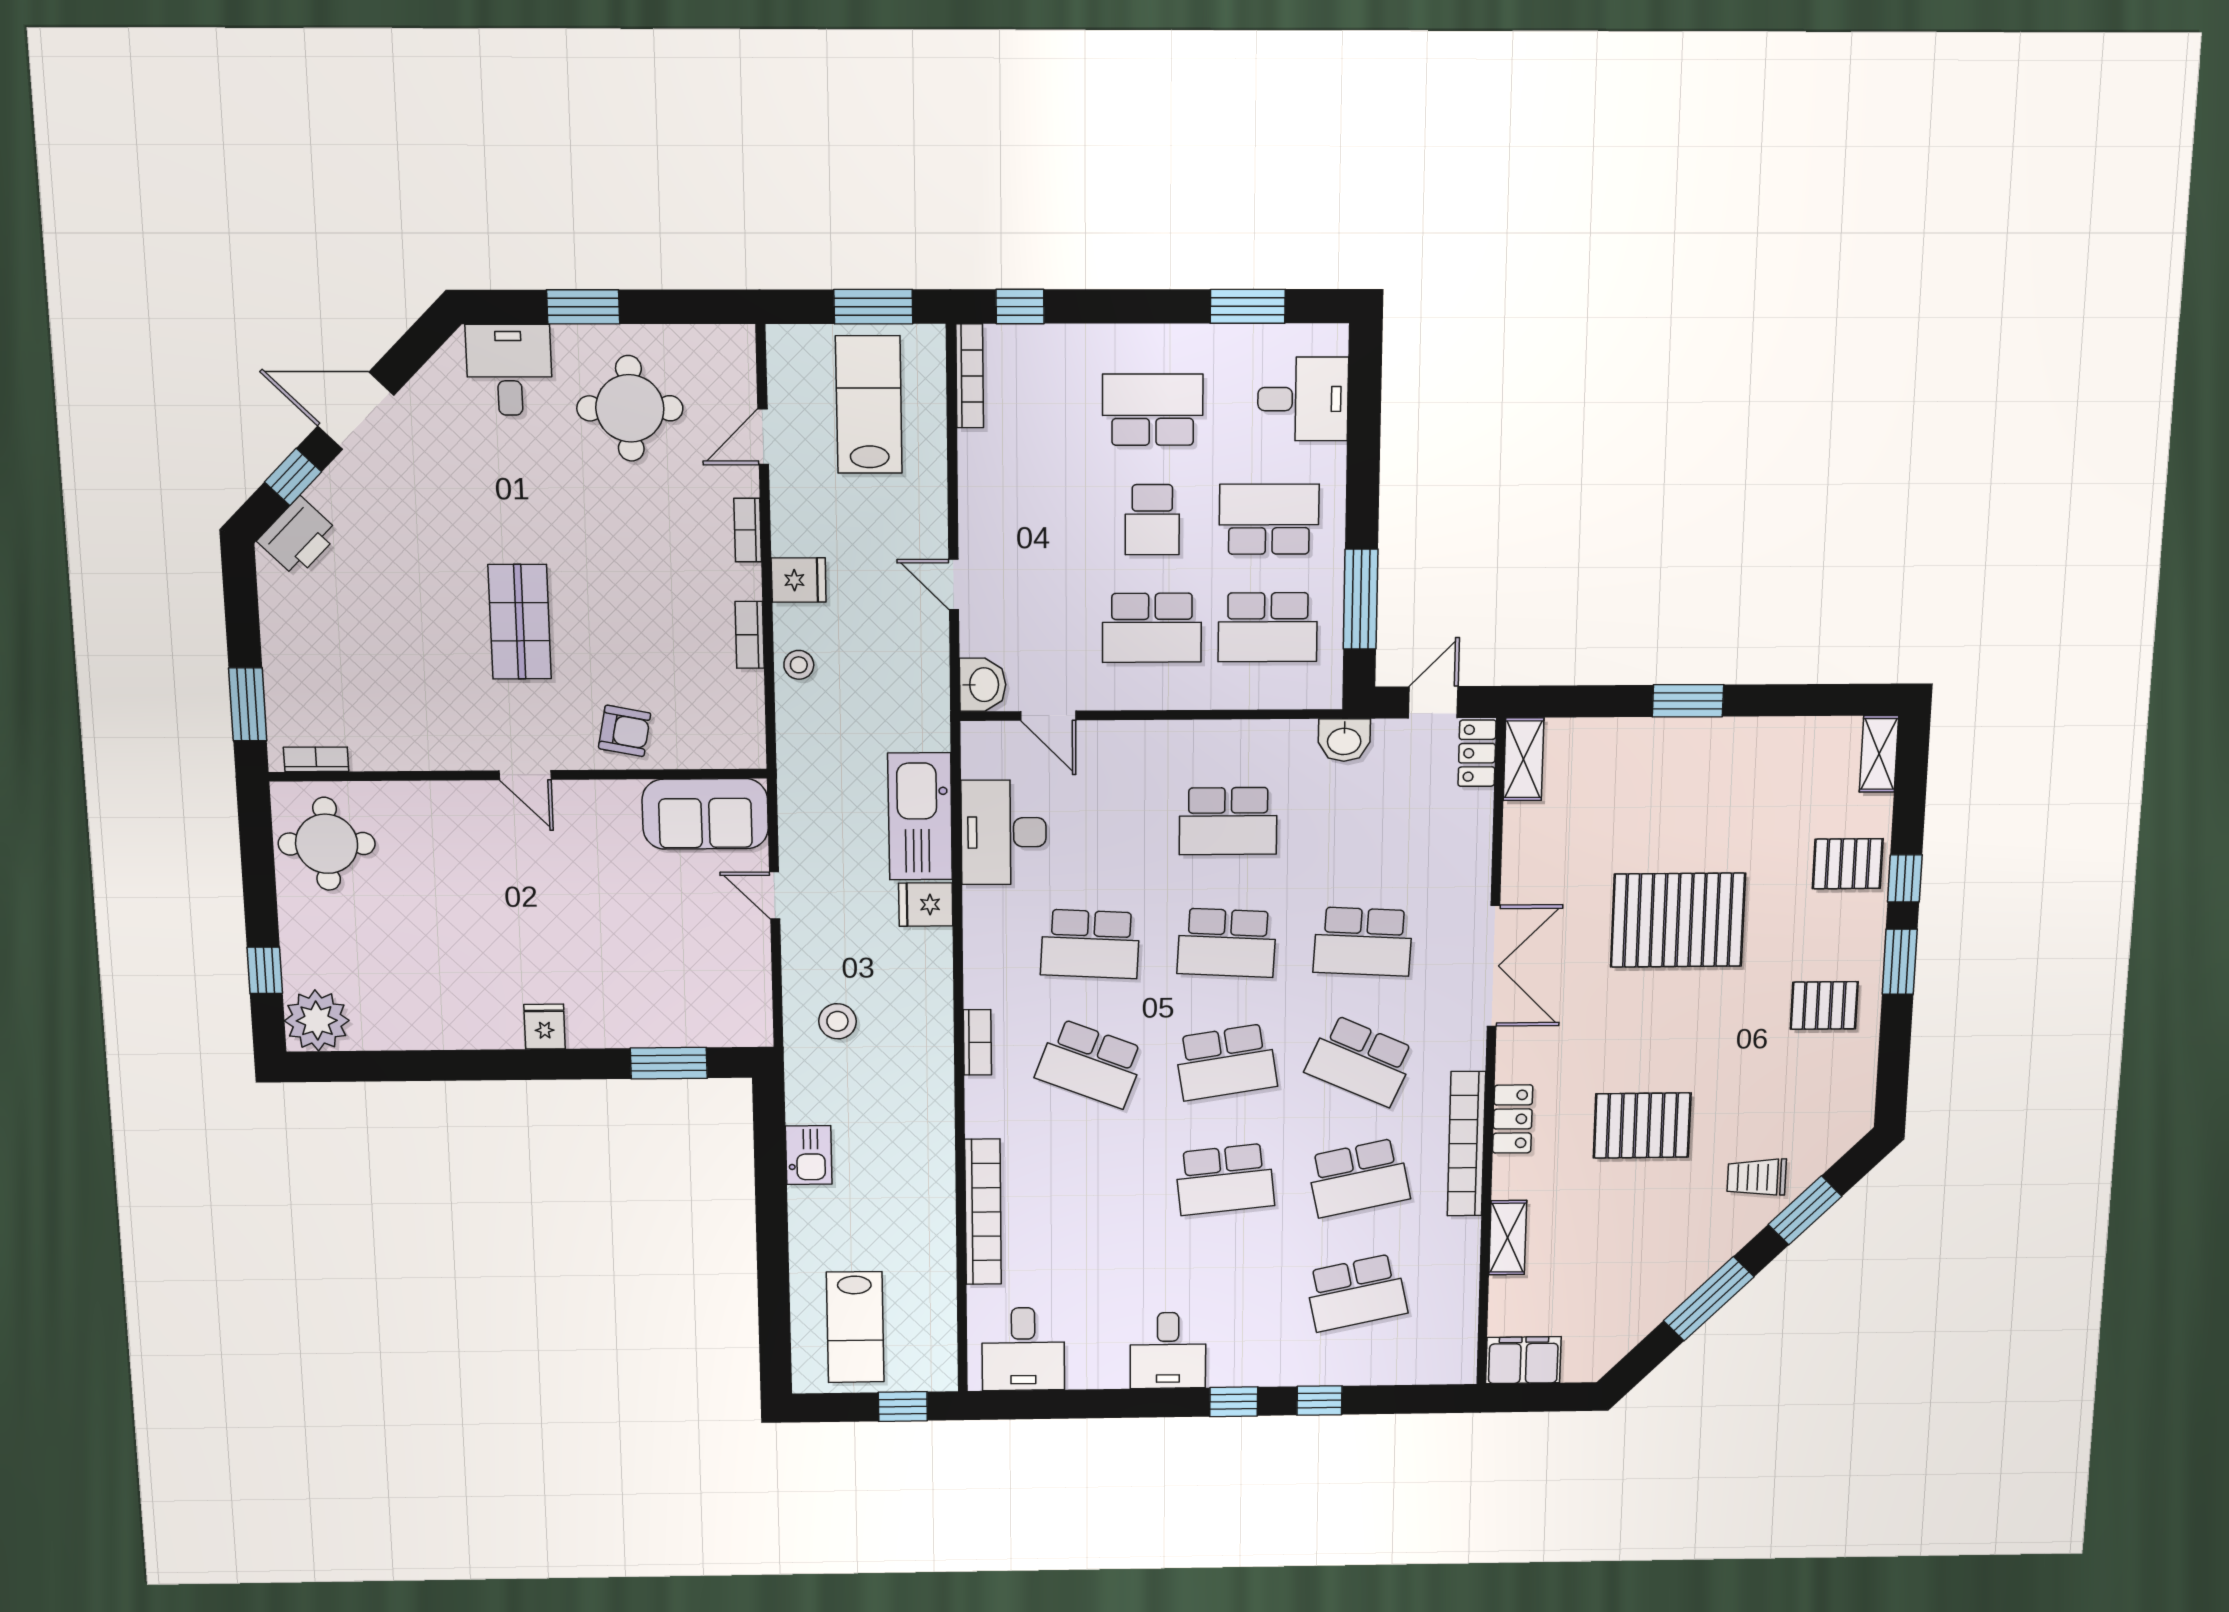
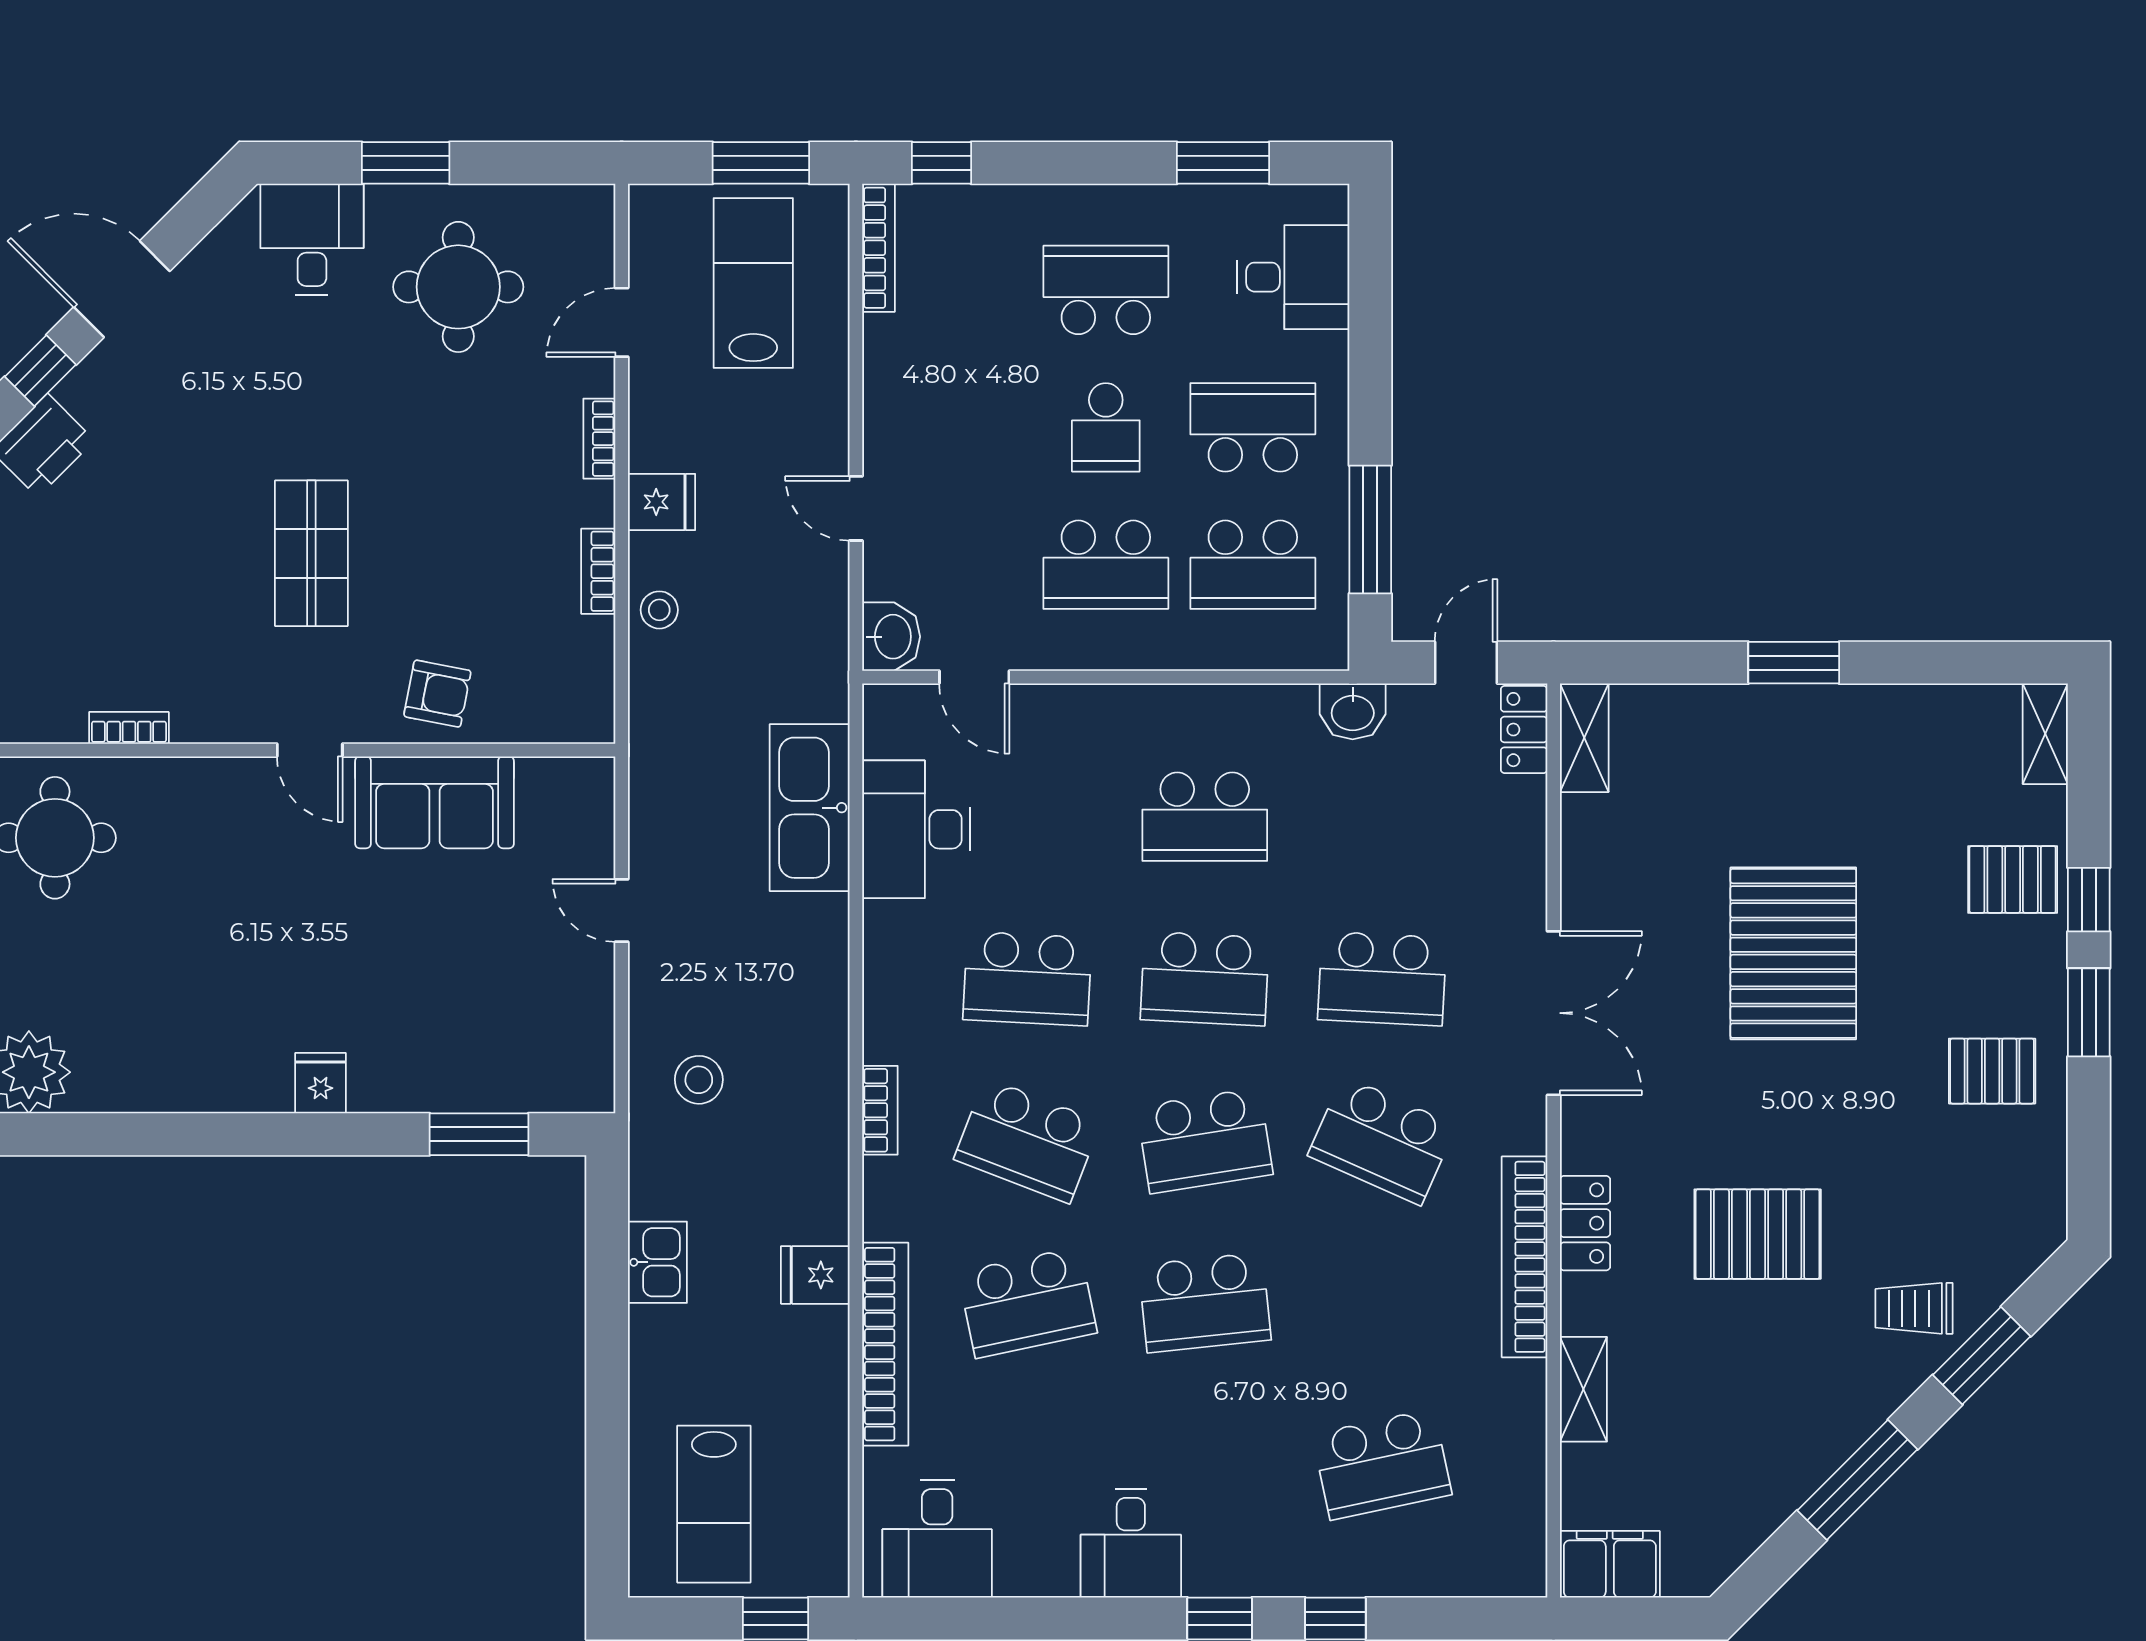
bookcase: (316, 759) -> (129, 728), moved
sofa: (705, 814) -> (434, 802), moved
fridge: (926, 905) -> (815, 1275), moved
pallet: (1678, 920) -> (1793, 953), turned 90
school desk: (1358, 1178) -> (1027, 1303), moved

